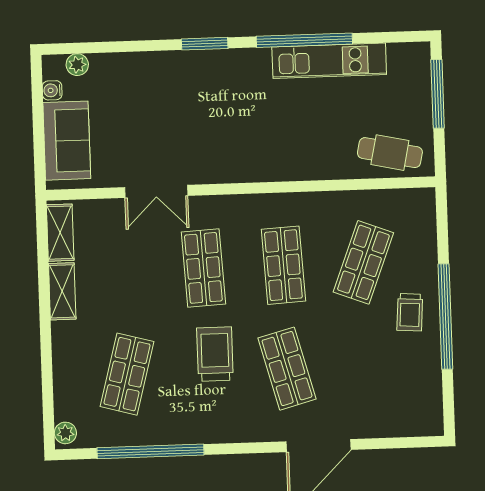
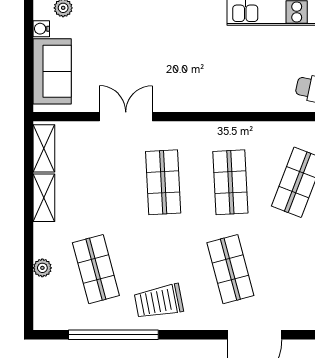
double door: (156, 191) -> (126, 117), swing flipped
trolley: (215, 354) -> (159, 301), moved, turned -101
shop shelf: (127, 374) -> (96, 269), turned -30
plant: (65, 433) -> (42, 268), moved

